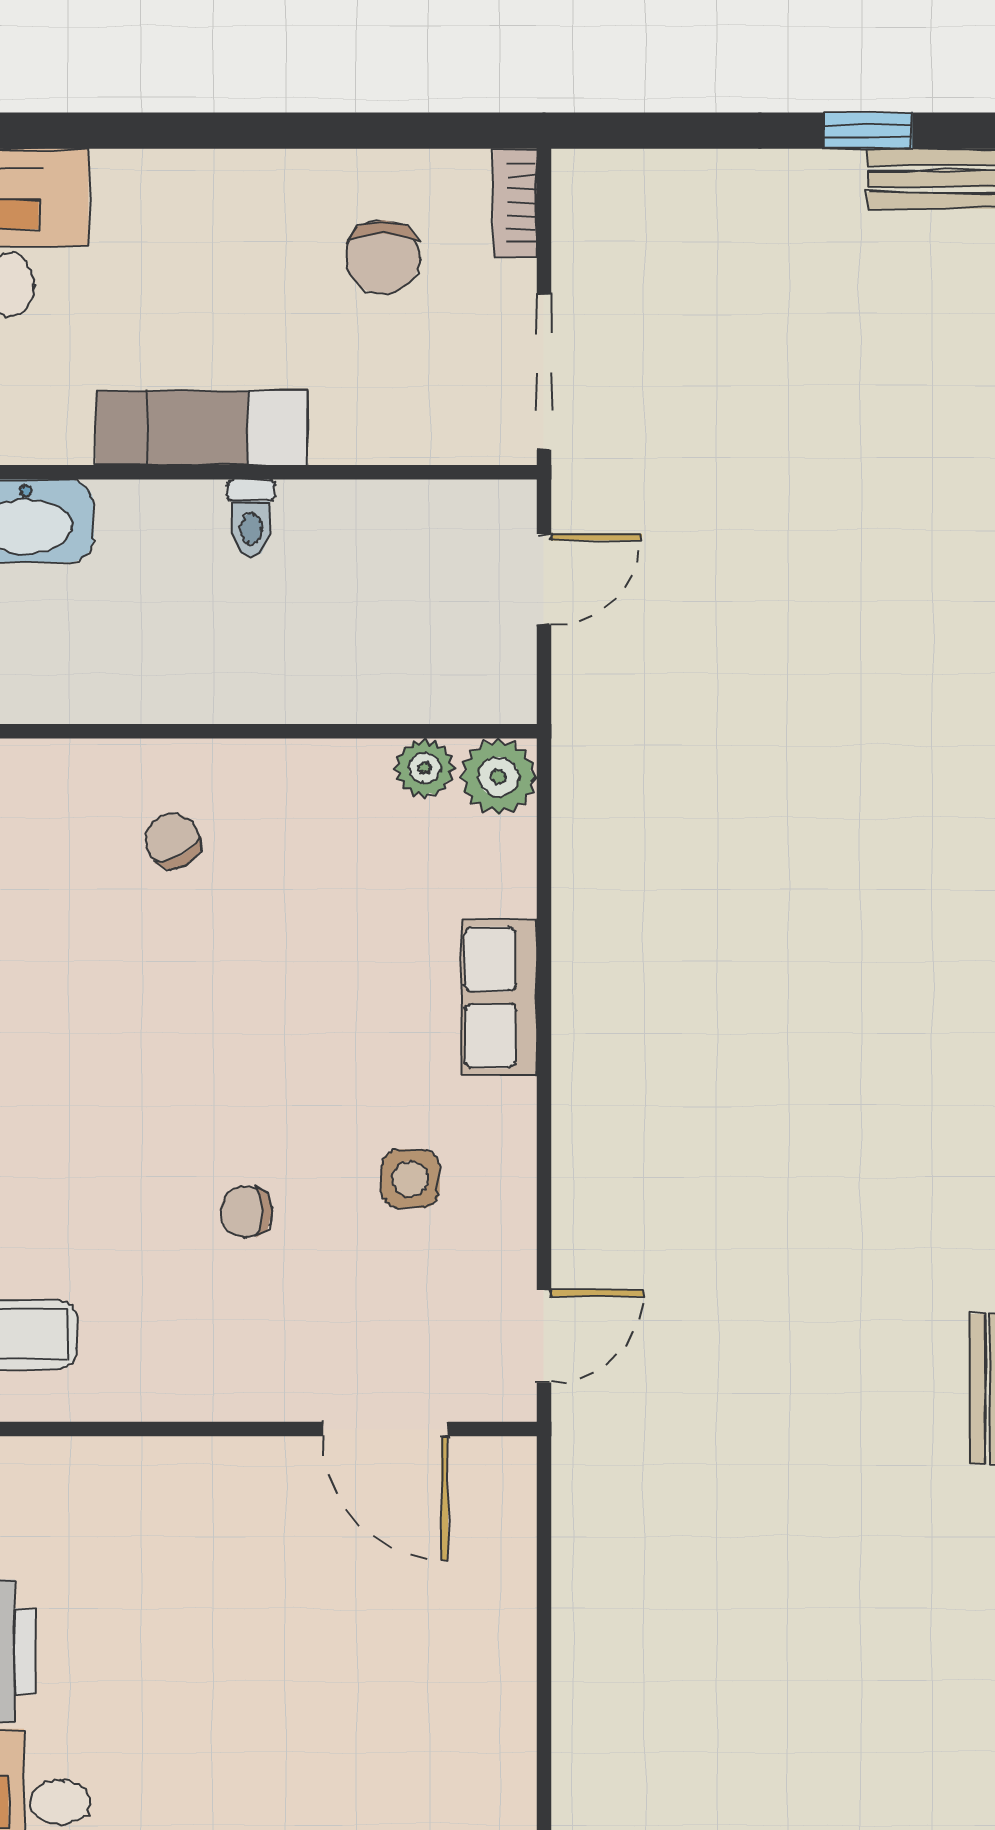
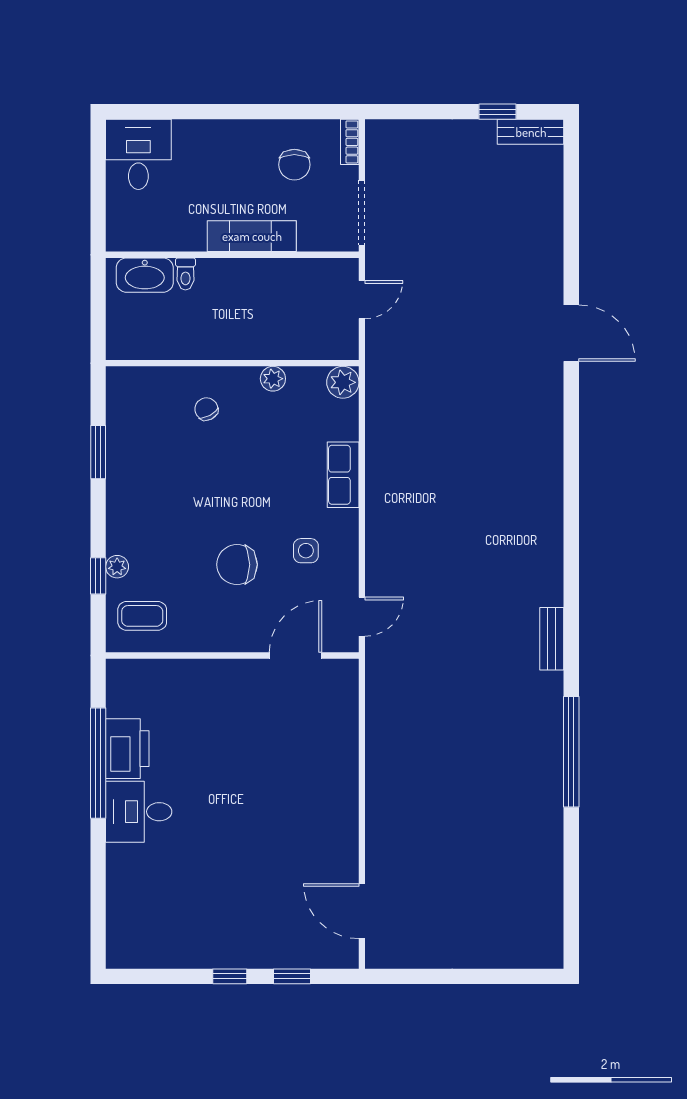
exam couch: (202, 428) -> (252, 236), moved
toilet: (251, 518) -> (185, 274), moved
plant: (425, 768) -> (273, 379), moved
chair: (246, 1212) -> (237, 565), width x1.87, depth x1.87
door: (386, 1429) -> (295, 655), swing flipped

